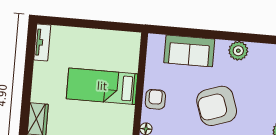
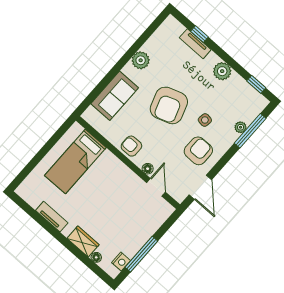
tv unit: (42, 42) -> (52, 217), moved
bed: (102, 86) -> (75, 162), moved

